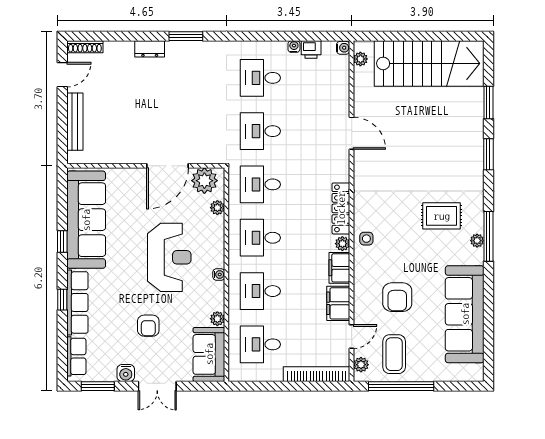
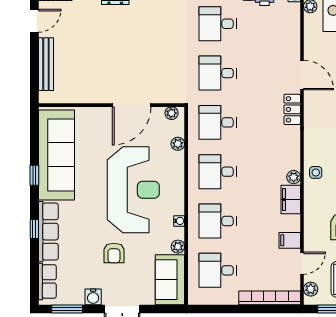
plant: (204, 181) -> (172, 113), width x0.53, depth x0.53
locker: (341, 208) -> (292, 109), moved, width x0.66
reception desk: (169, 257) -> (133, 190), width x1.36, depth x1.30
water cooler: (219, 275) -> (179, 221), moved
filing cabinet: (338, 303) -> (290, 240), width x0.50

